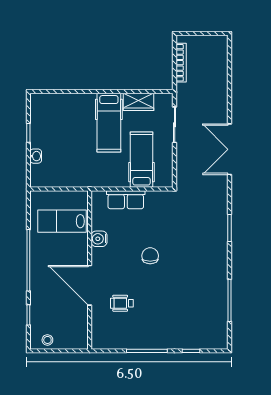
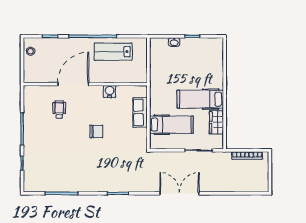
lab bench: (62, 221) -> (113, 52), moved, turned -90

